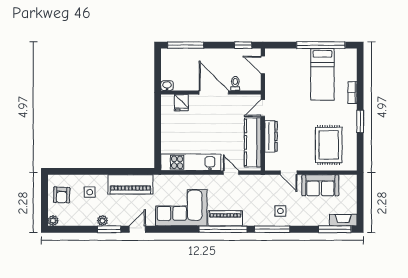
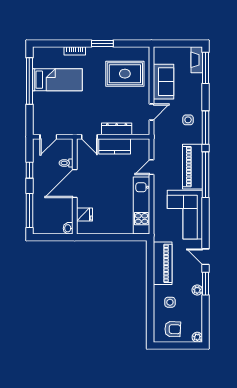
window: (243, 45) -> (29, 170), moved
kitchen counter: (253, 142) -> (115, 146), width x0.67
piano: (225, 218) -> (193, 167), width x1.37, depth x1.33

